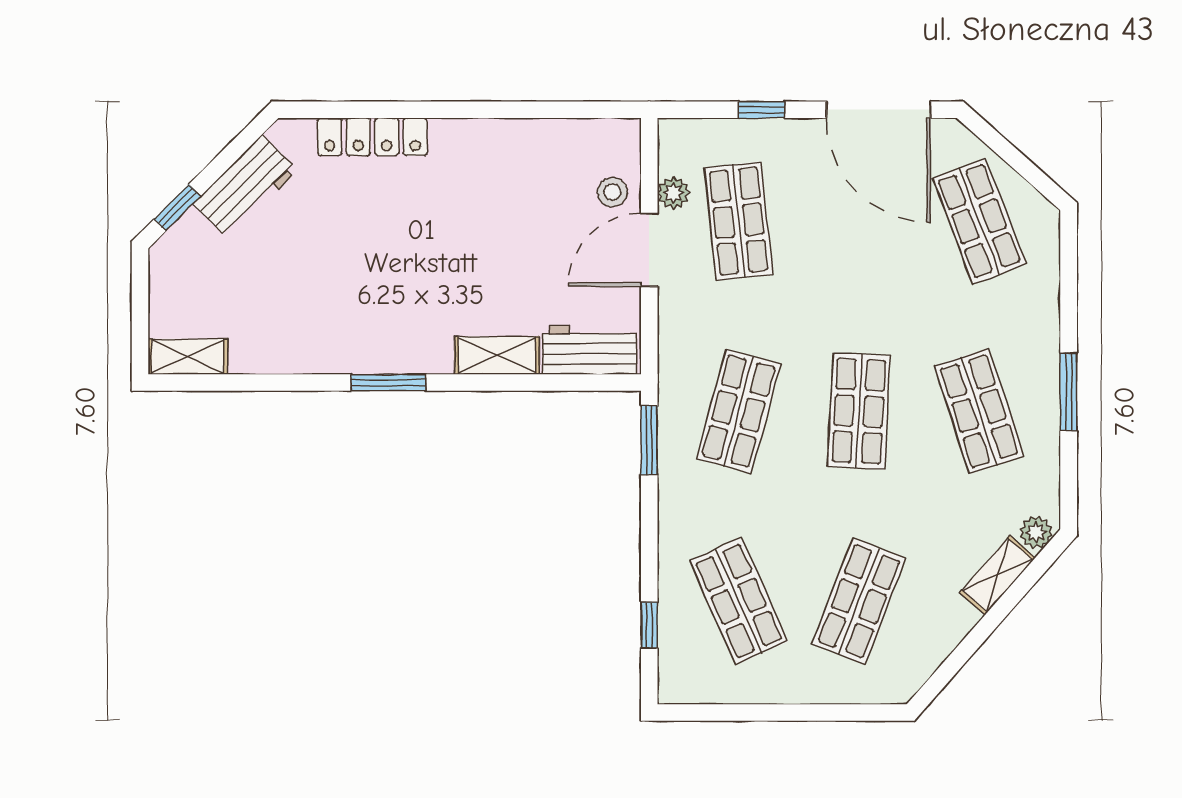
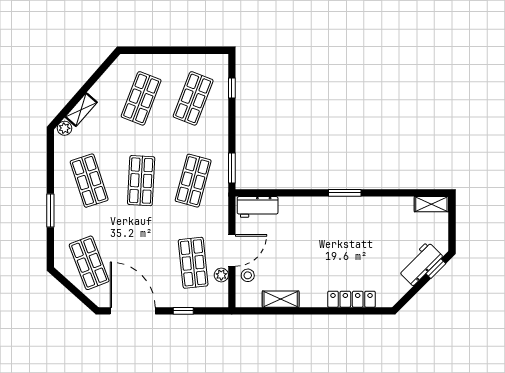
workbench: (245, 187) -> (420, 264), moved
shelving: (497, 355) -> (281, 299), moved
window: (1069, 392) -> (50, 211), moved
shop shelf: (739, 601) -> (193, 98), turned 45

